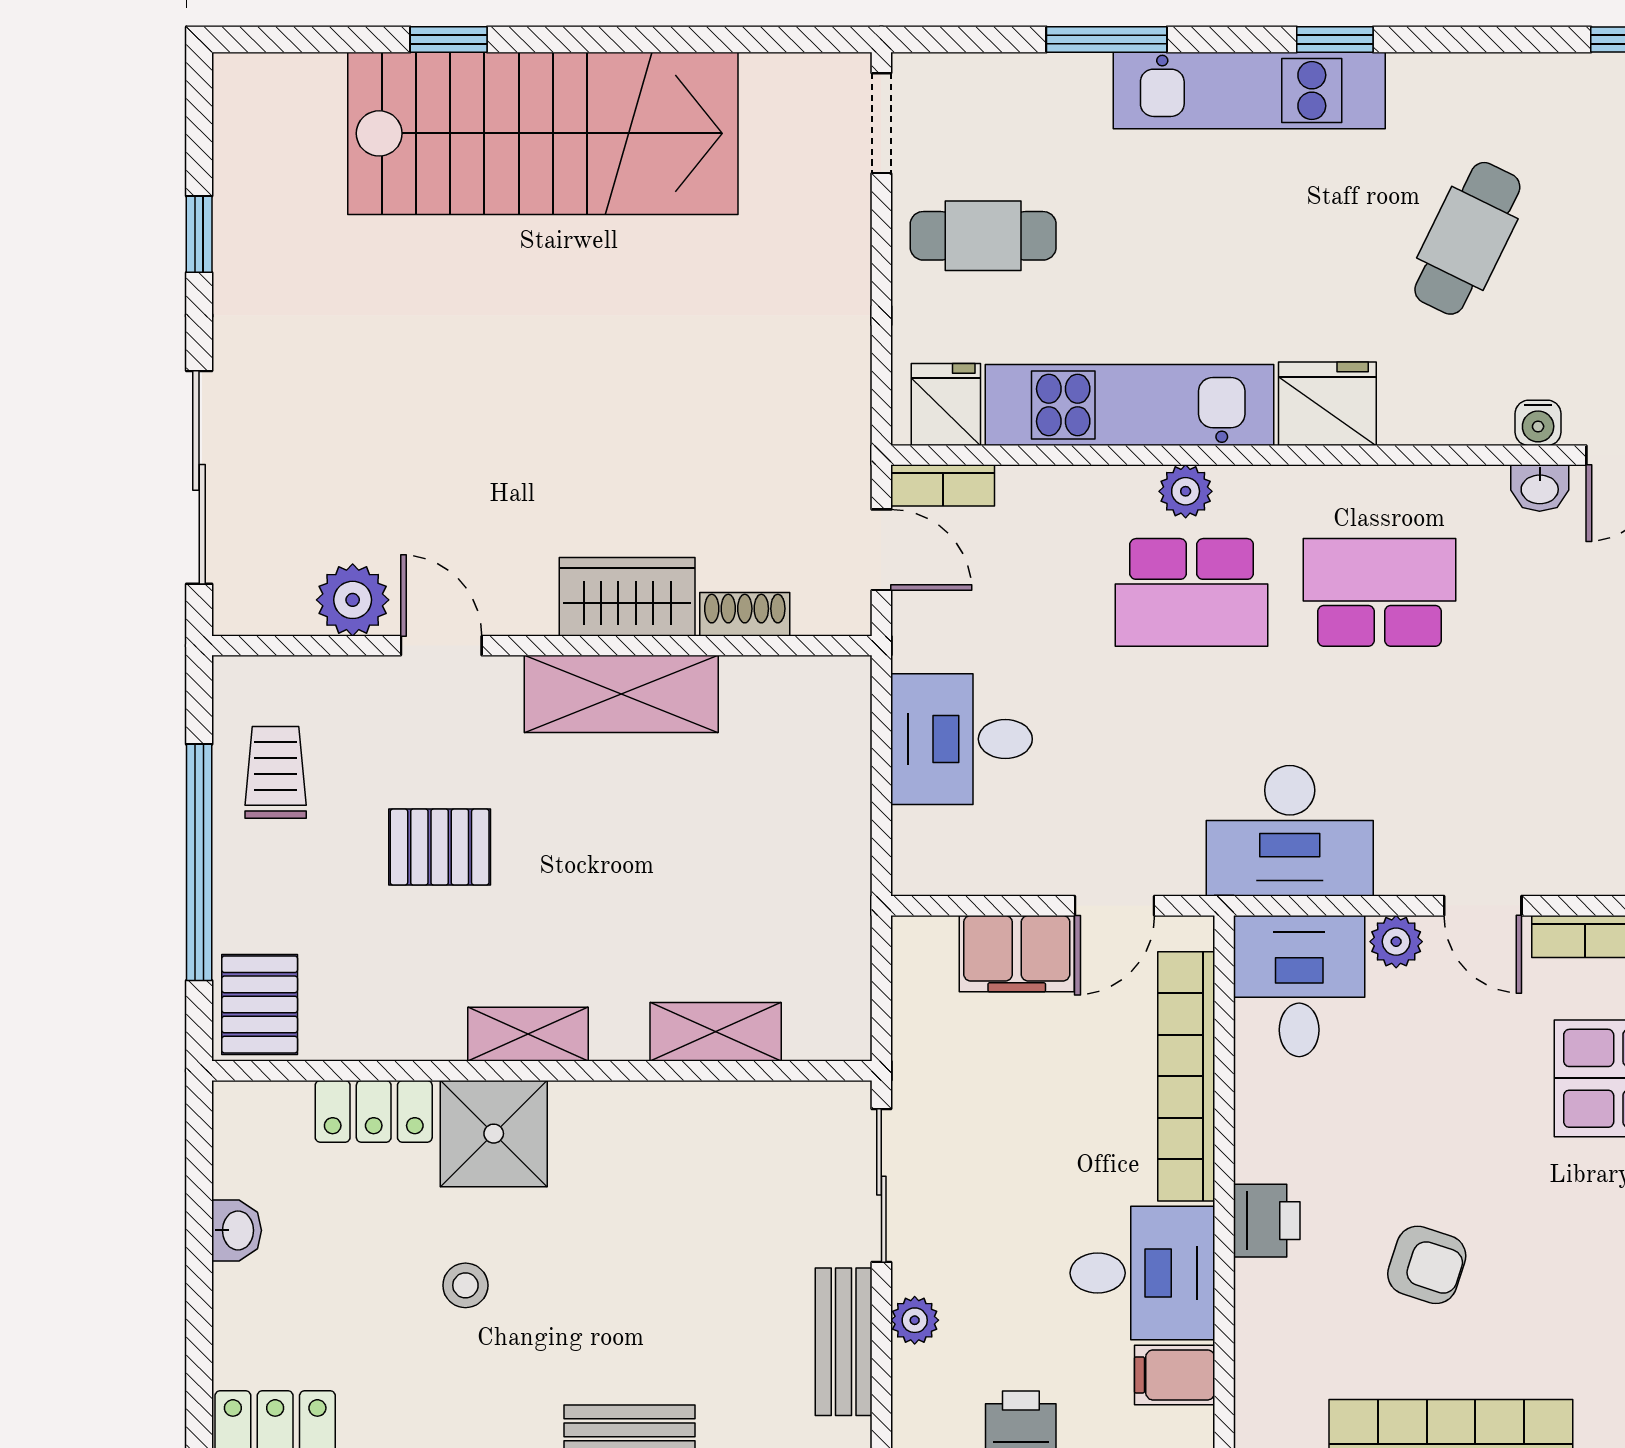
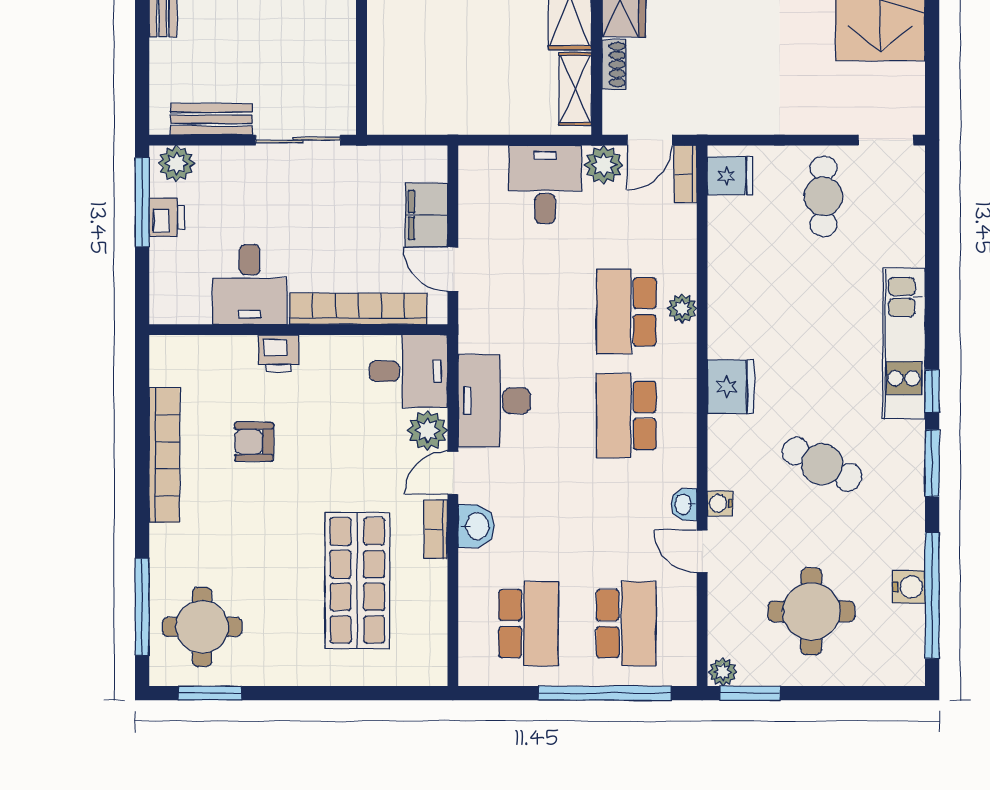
window: (1107, 39) -> (932, 463), moved
kitchen unit: (1130, 405) -> (730, 277), removed
school desk: (1380, 592) -> (626, 416), turned 180
plant: (926, 633) -> (604, 165), added
desk: (1290, 831) -> (494, 401), moved
washbasin: (1579, 864) -> (476, 526), added
plant: (1396, 942) -> (428, 430), width x1.38, depth x1.38
shelving: (716, 1032) -> (575, 89), moved
armchair: (1427, 1265) -> (254, 442), turned 72
plant: (915, 1320) -> (176, 163), moved, width x1.38, depth x1.38
filing cabinet: (1175, 1375) -> (193, 302), removed

